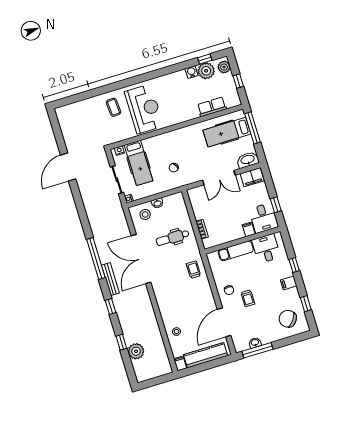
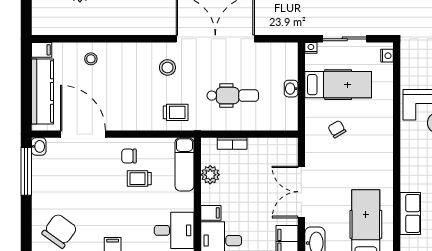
hospital bed: (138, 163) -> (338, 85), moved, turned 180
stool: (145, 214) -> (167, 67), moved
plant: (225, 237) -> (210, 175), added
dental chair: (173, 238) -> (233, 96), turned 90
exam couch: (236, 251) -> (184, 164), moved
trolley: (248, 298) -> (139, 179), moved
washbasin: (255, 343) -> (39, 146), moved

